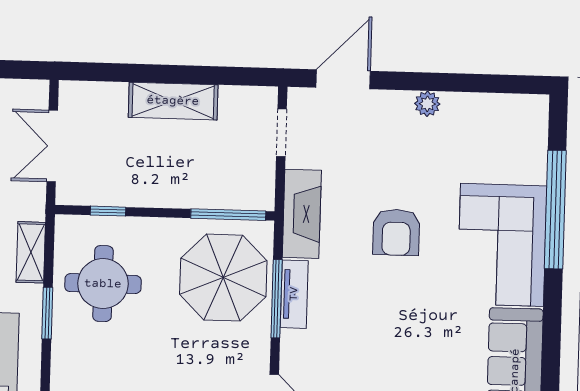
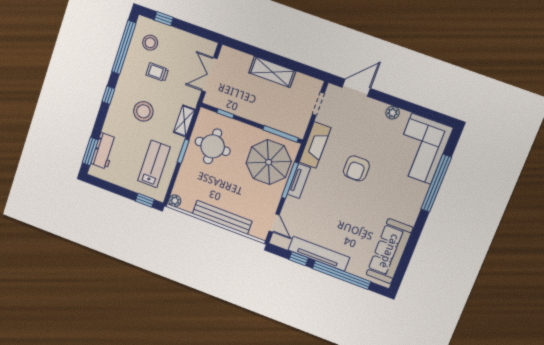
corner sofa: (502, 245) -> (421, 149), moved

